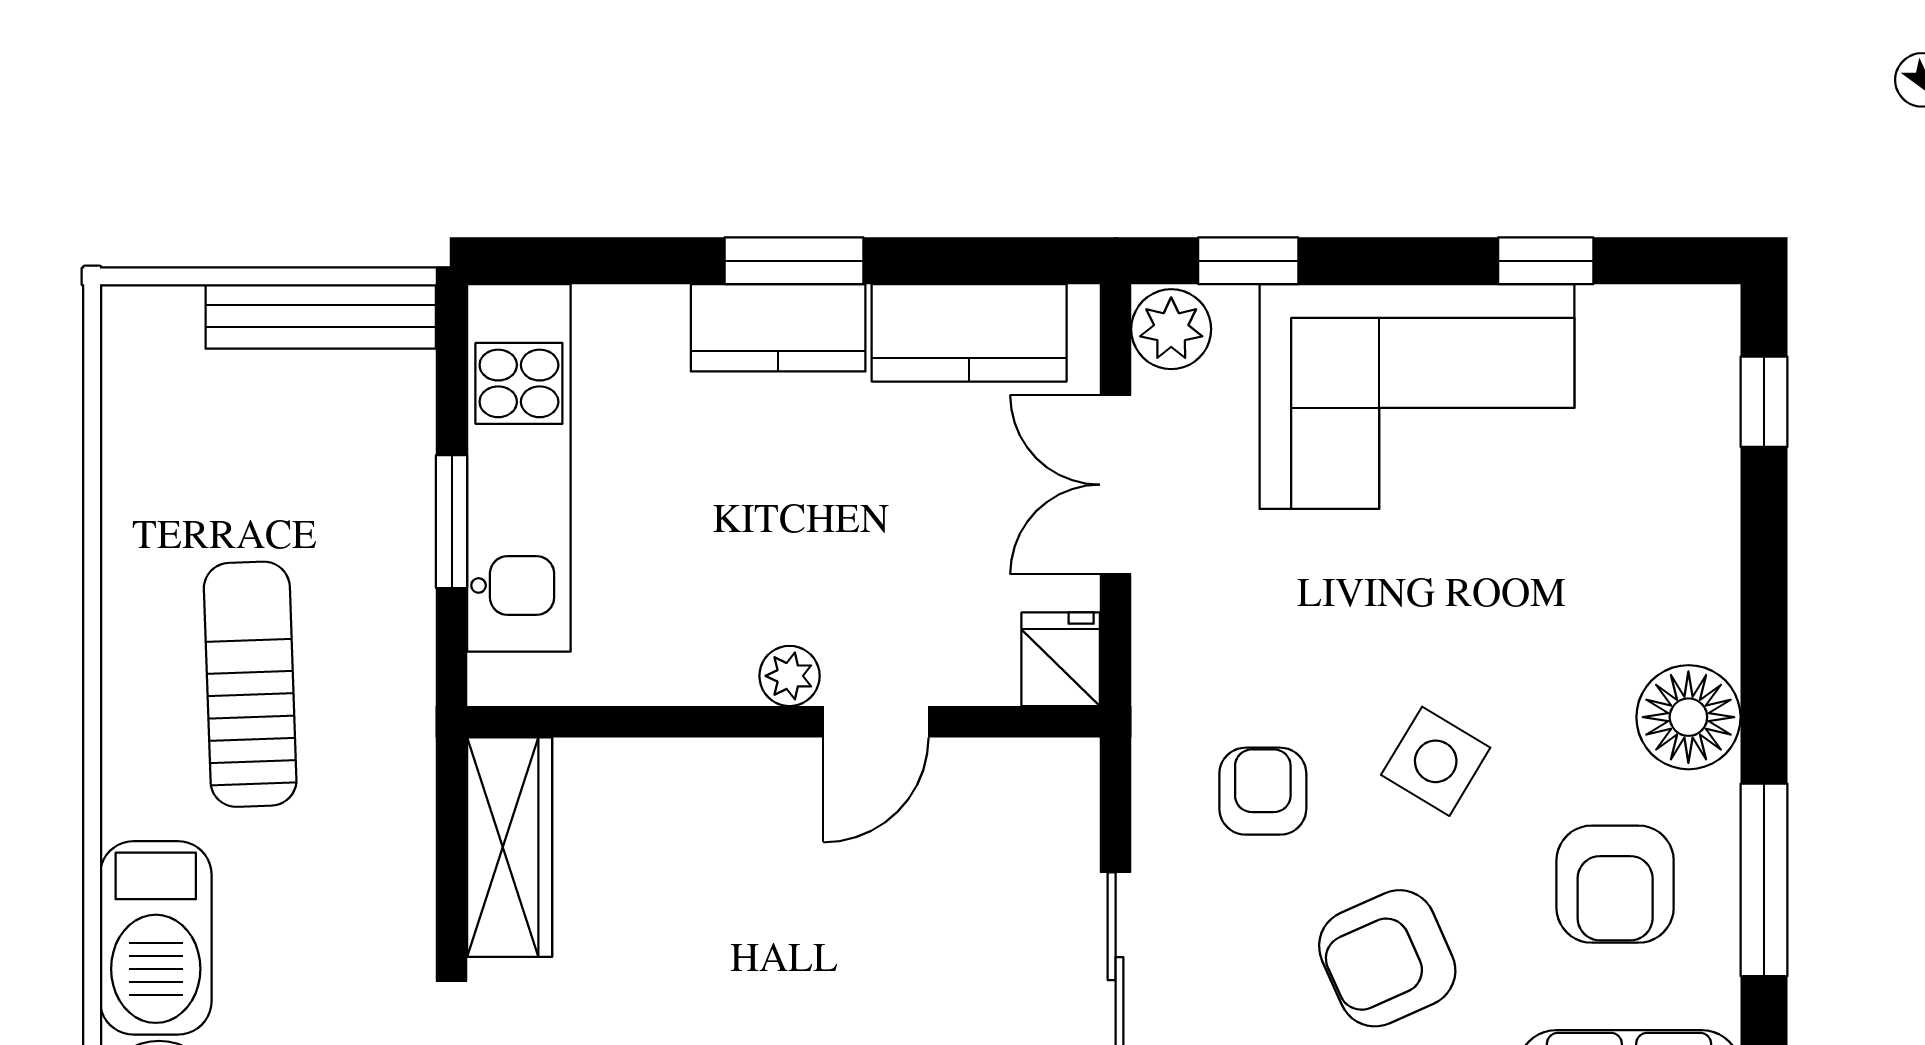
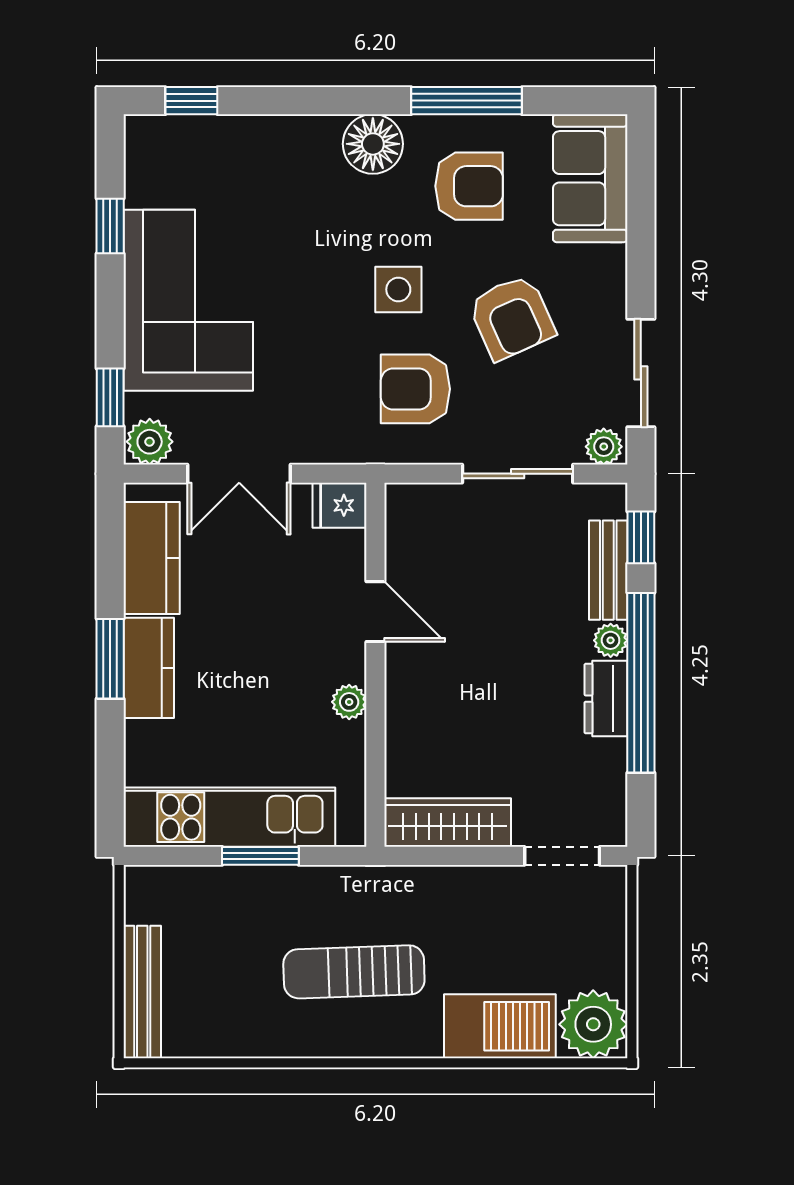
bench: (321, 316) -> (142, 992), moved
plant: (790, 676) -> (349, 702), moved
side table: (1436, 761) -> (398, 289), turned -31
armchair: (1263, 791) -> (415, 389), width x1.38, depth x1.38

